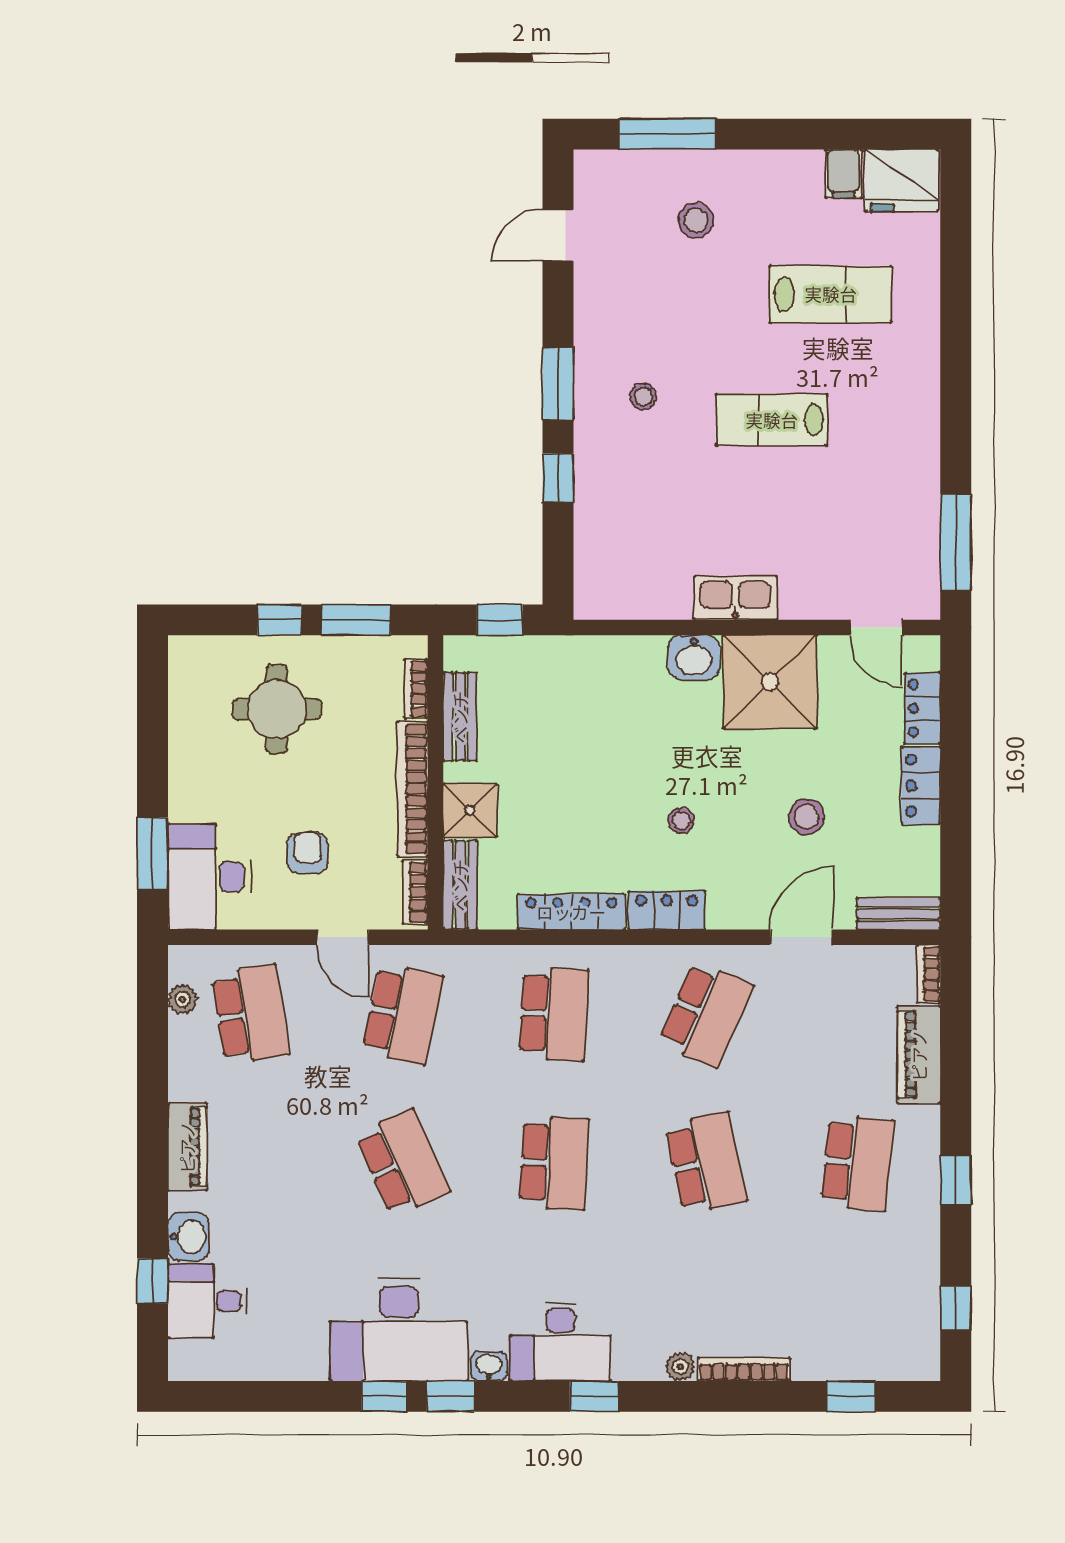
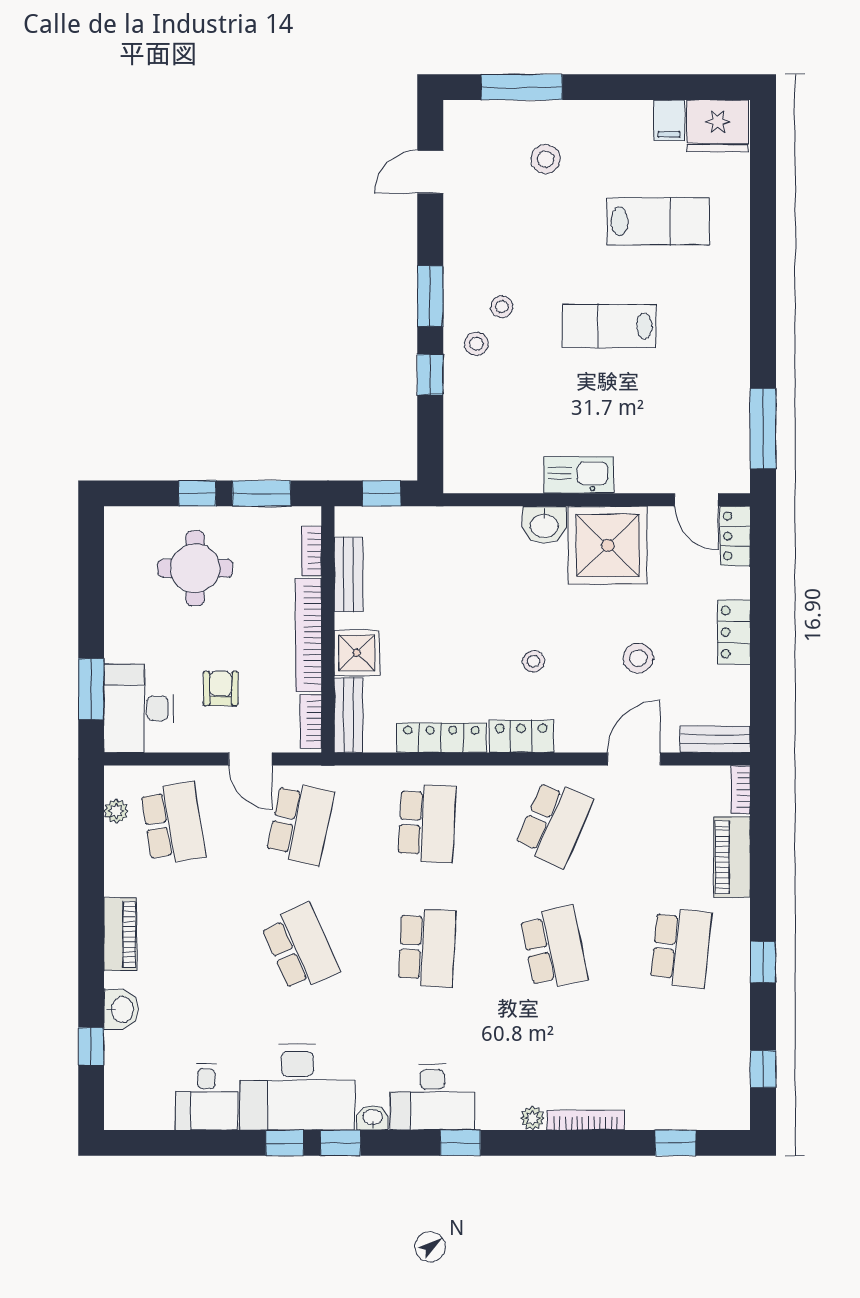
stool: (613, 441) -> (476, 344), added
locker: (922, 708) -> (735, 536), moved
desk: (208, 1301) -> (206, 1097), moved, turned -90

